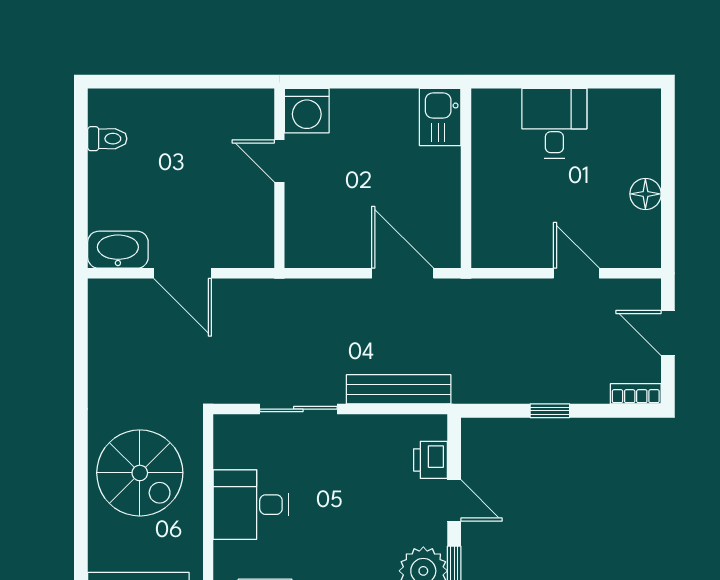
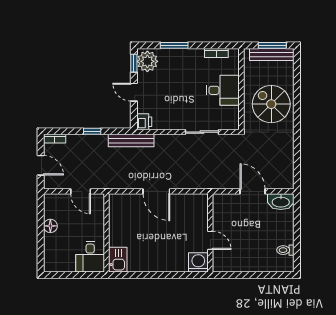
kitchen sink: (440, 117) -> (118, 260), moved
wall: (466, 178) -> (107, 233), moved
bench: (399, 389) -> (131, 141), moved
printer: (430, 460) -> (144, 122), moved

